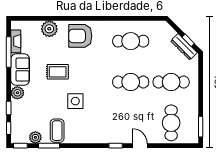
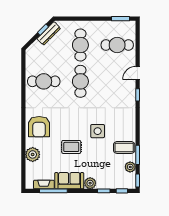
cafe table: (131, 41) -> (44, 81), turned 90
rug: (58, 72) -> (71, 147), turned 90

